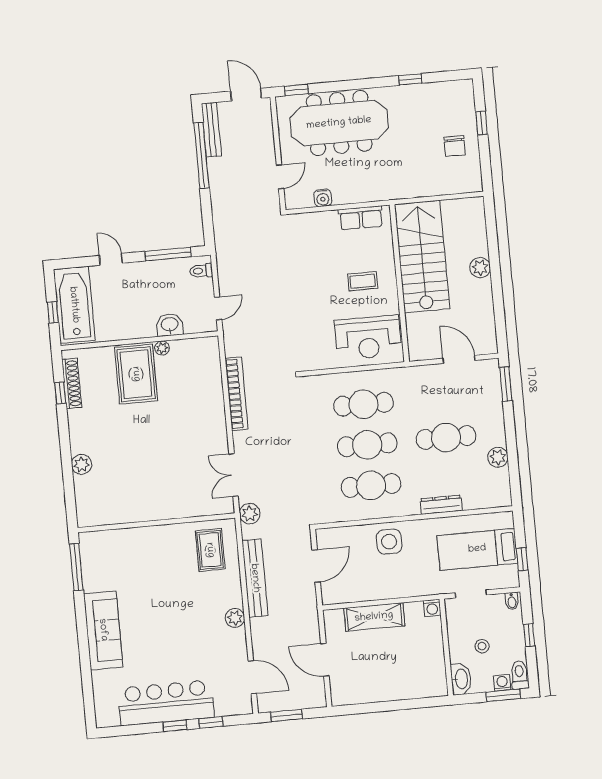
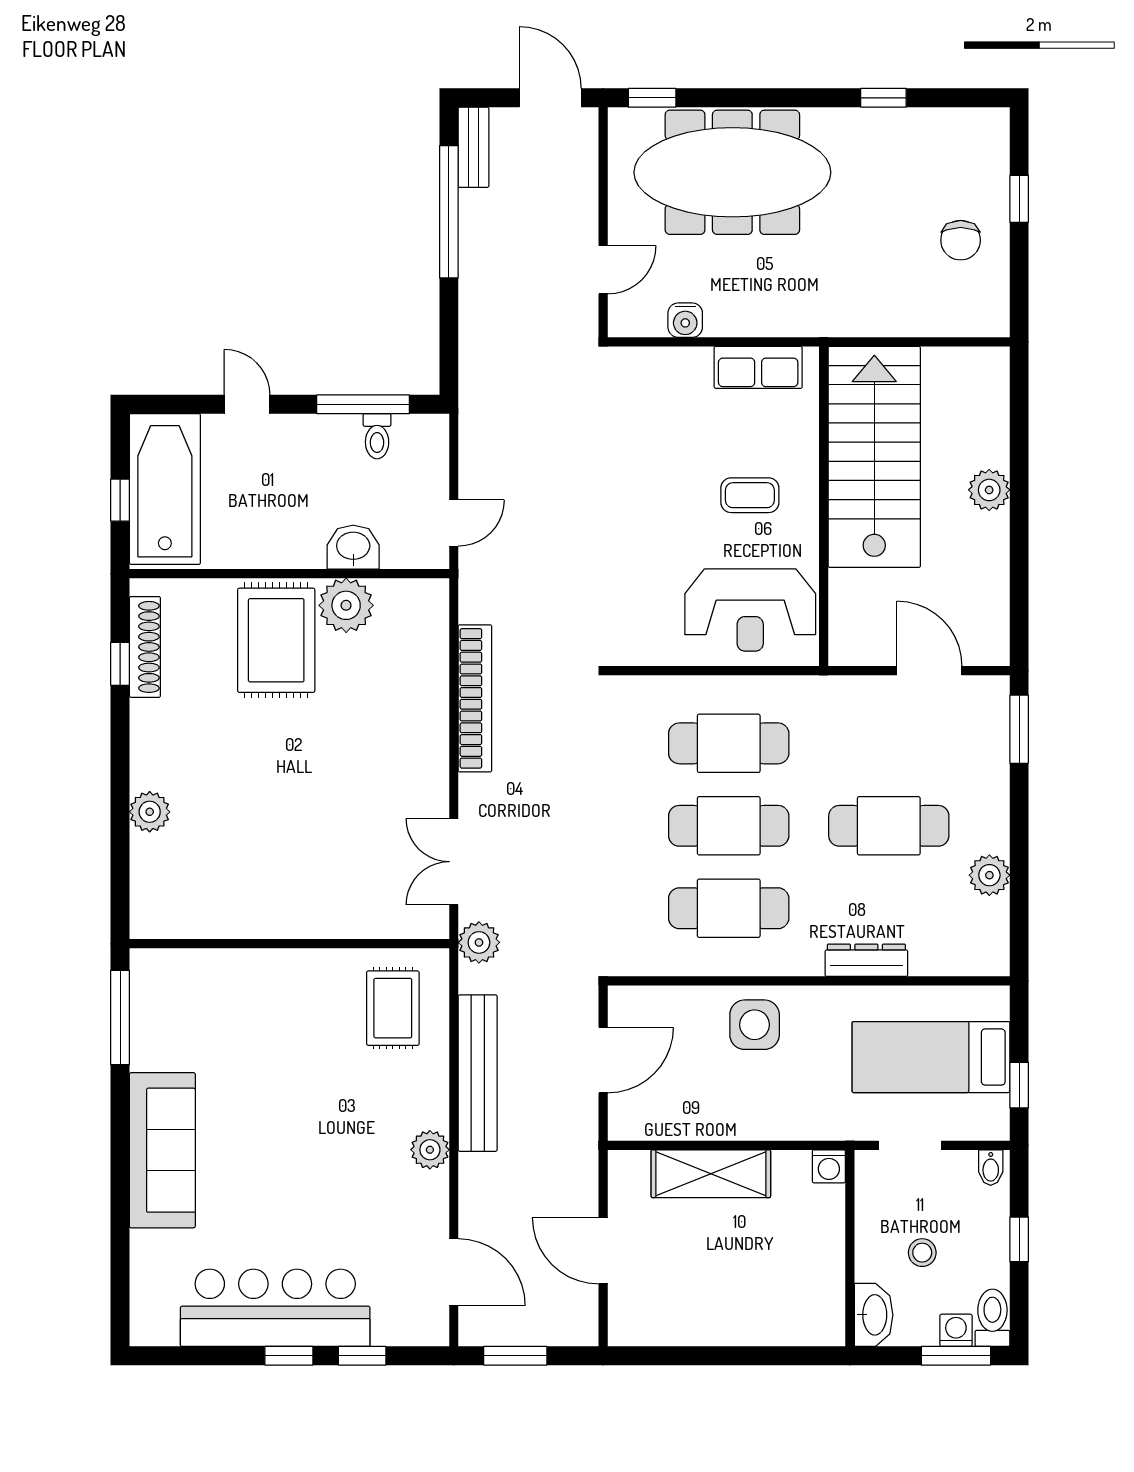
bench: (211, 130) -> (474, 147), width x0.73
toilet: (201, 271) -> (377, 436), moved, turned -90
plant: (162, 348) -> (346, 605), width x1.88, depth x1.88

